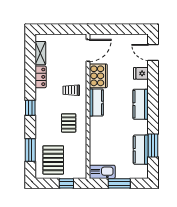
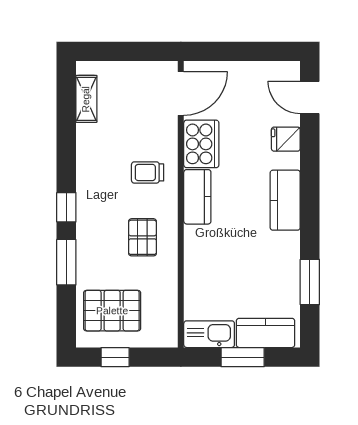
locker: (41, 77) -> (87, 146), removed
window: (30, 150) -> (66, 262), moved
kitchen counter: (141, 150) -> (266, 333), moved, turned 90
pallet: (53, 160) -> (112, 311), turned 90
window: (66, 183) -> (115, 357), moved

